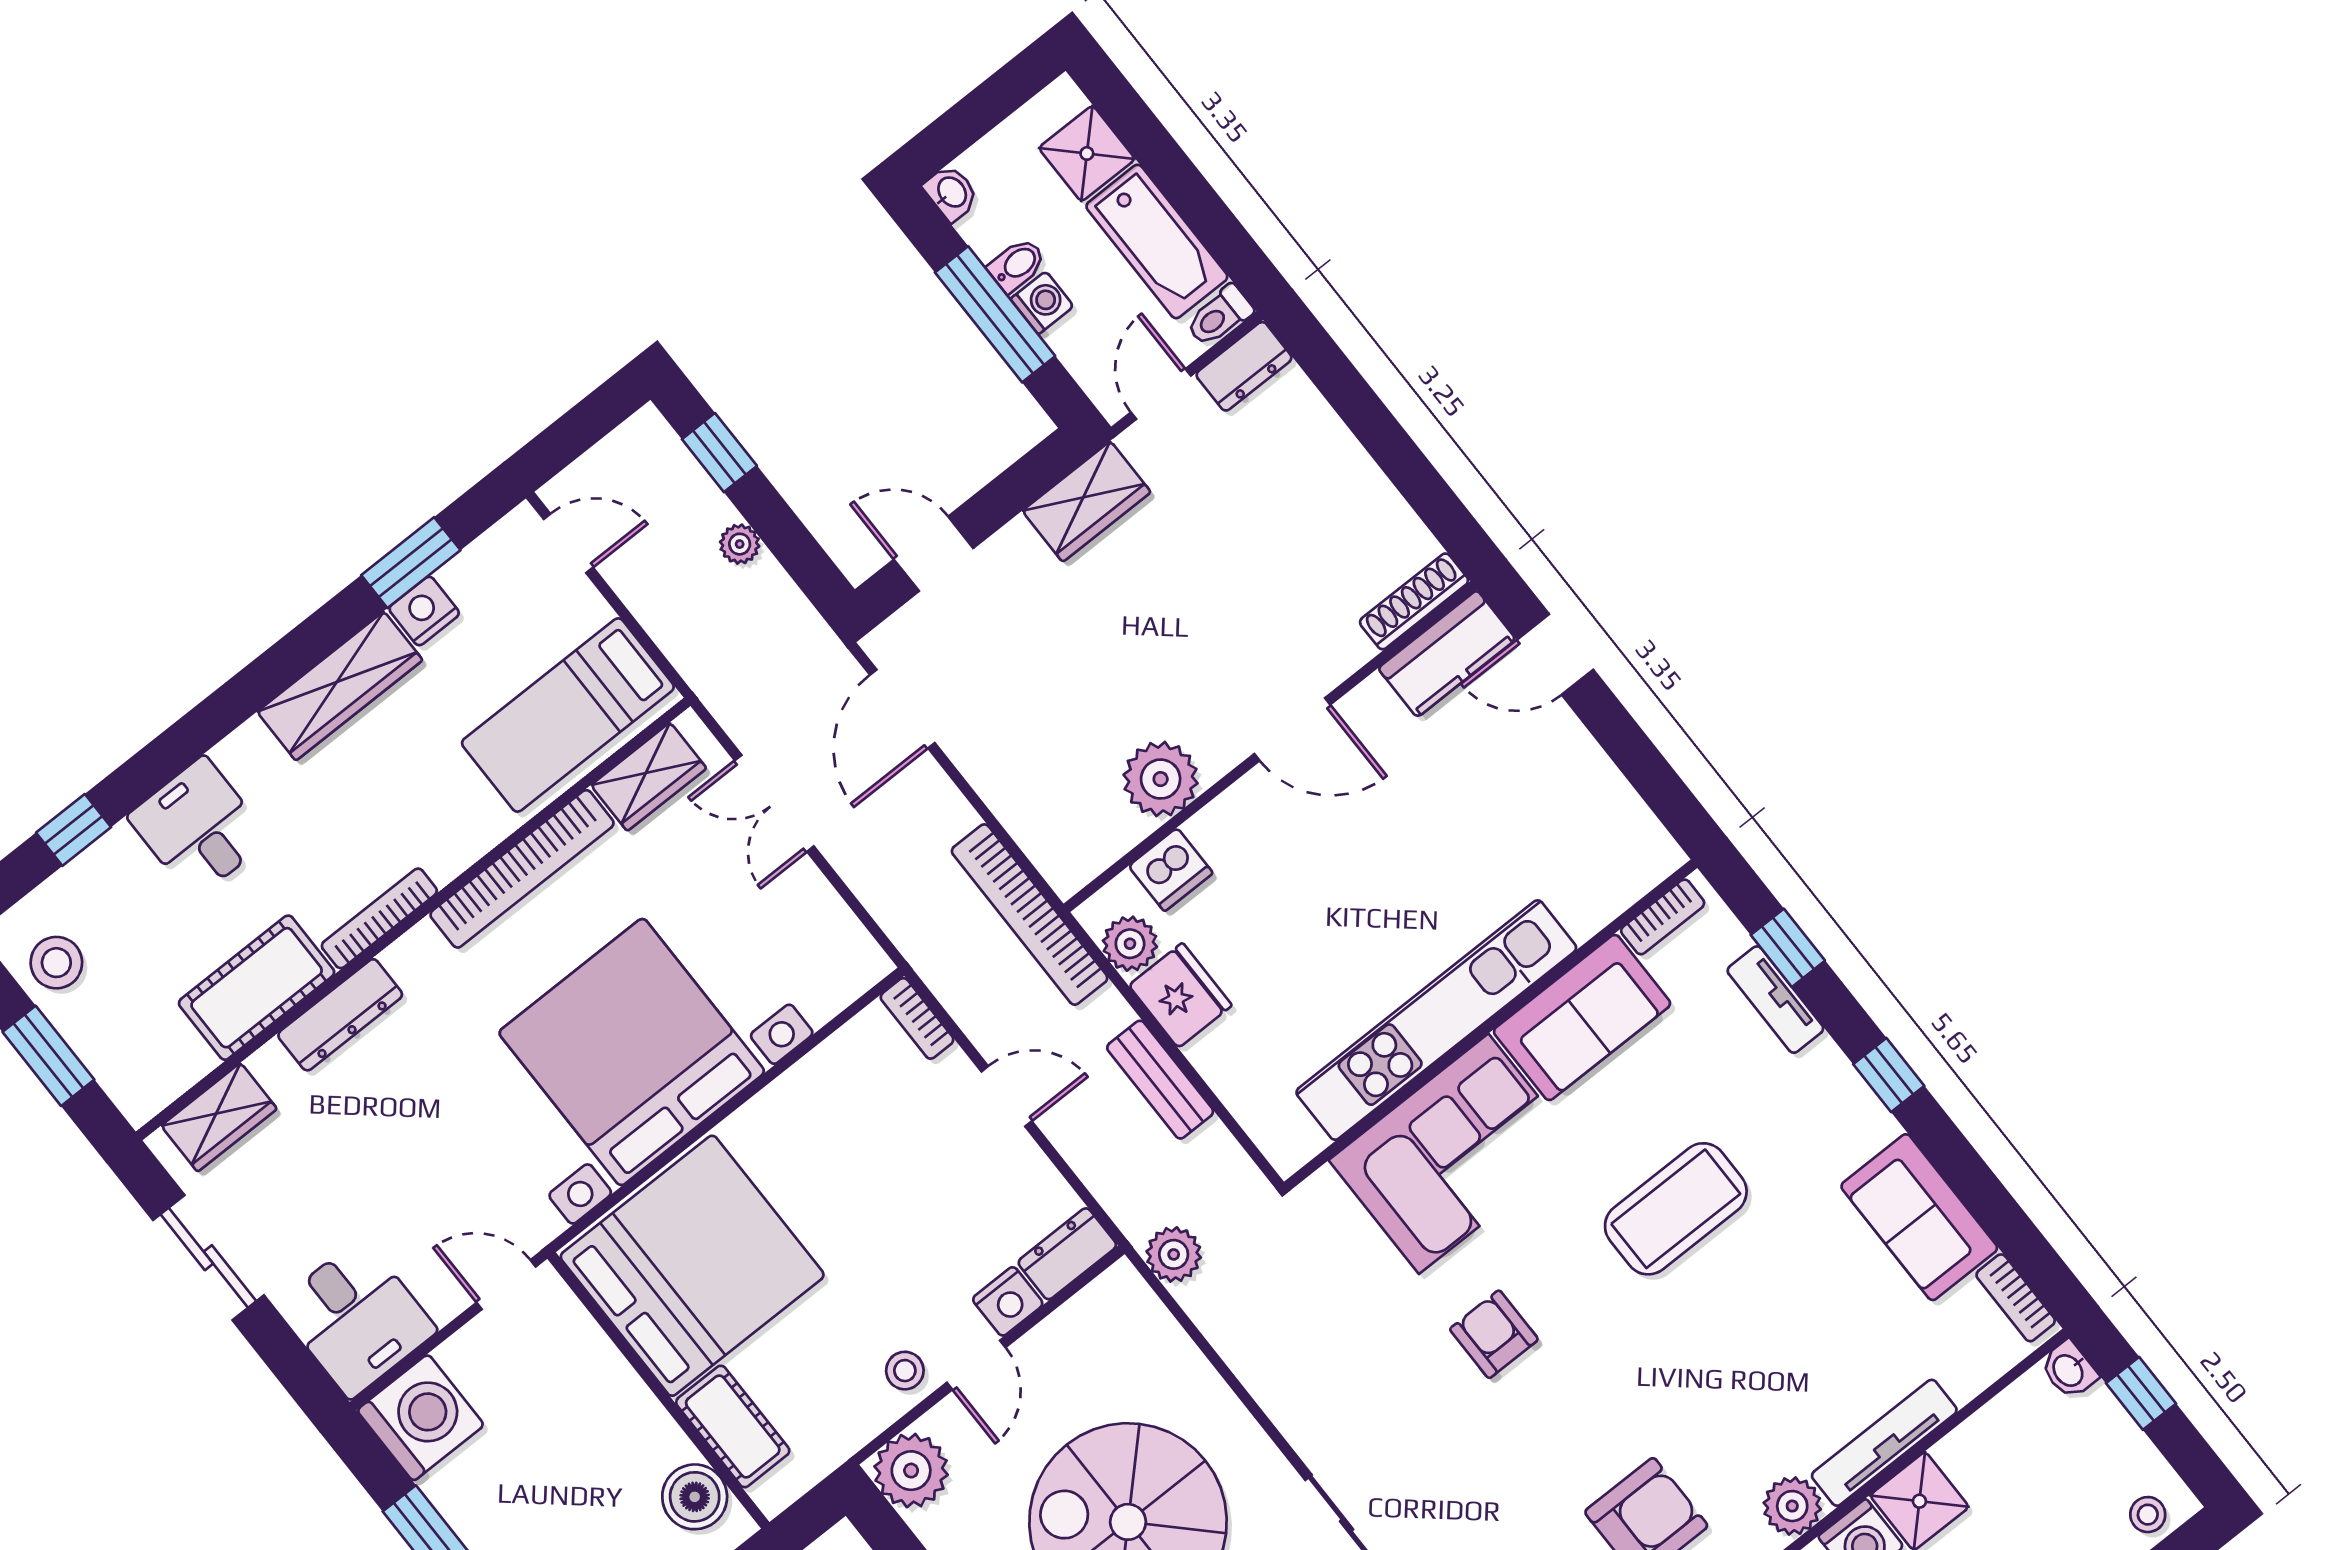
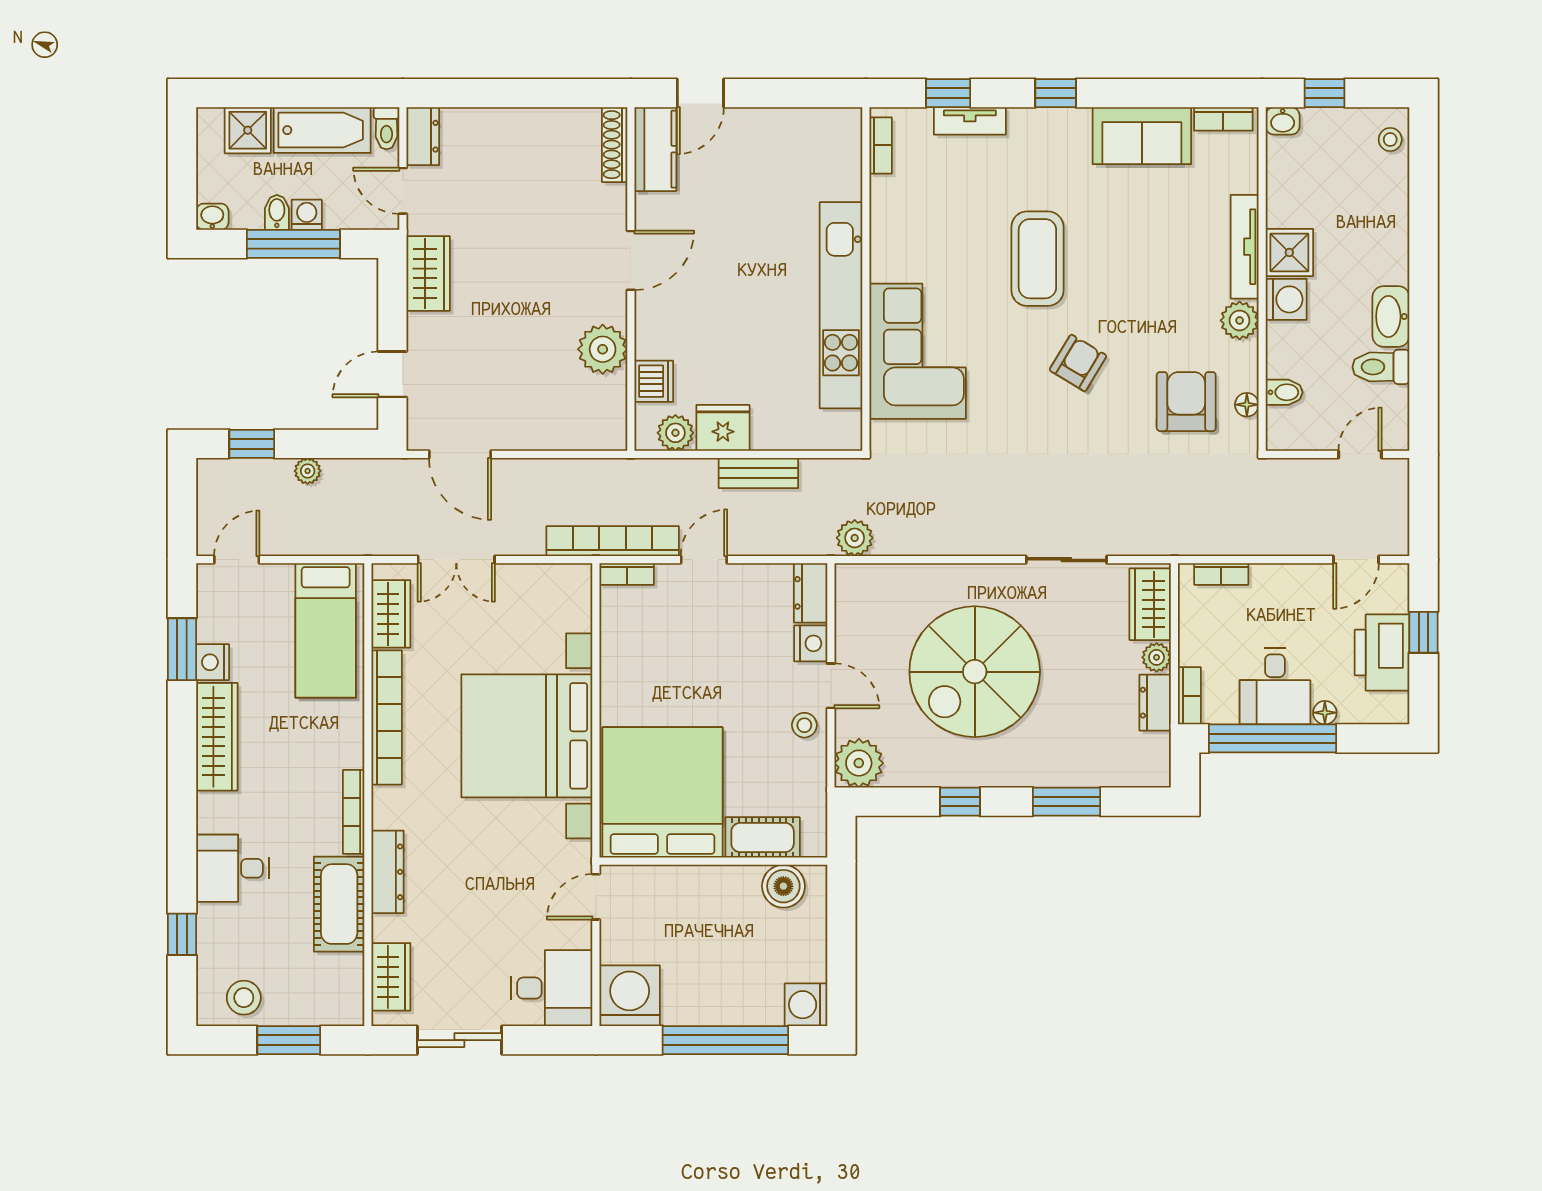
bookcase: (1030, 915) -> (613, 541), moved, turned 180
sofa: (1582, 1017) -> (900, 229), removed
armchair: (1494, 1334) -> (1078, 363), moved, turned 121

